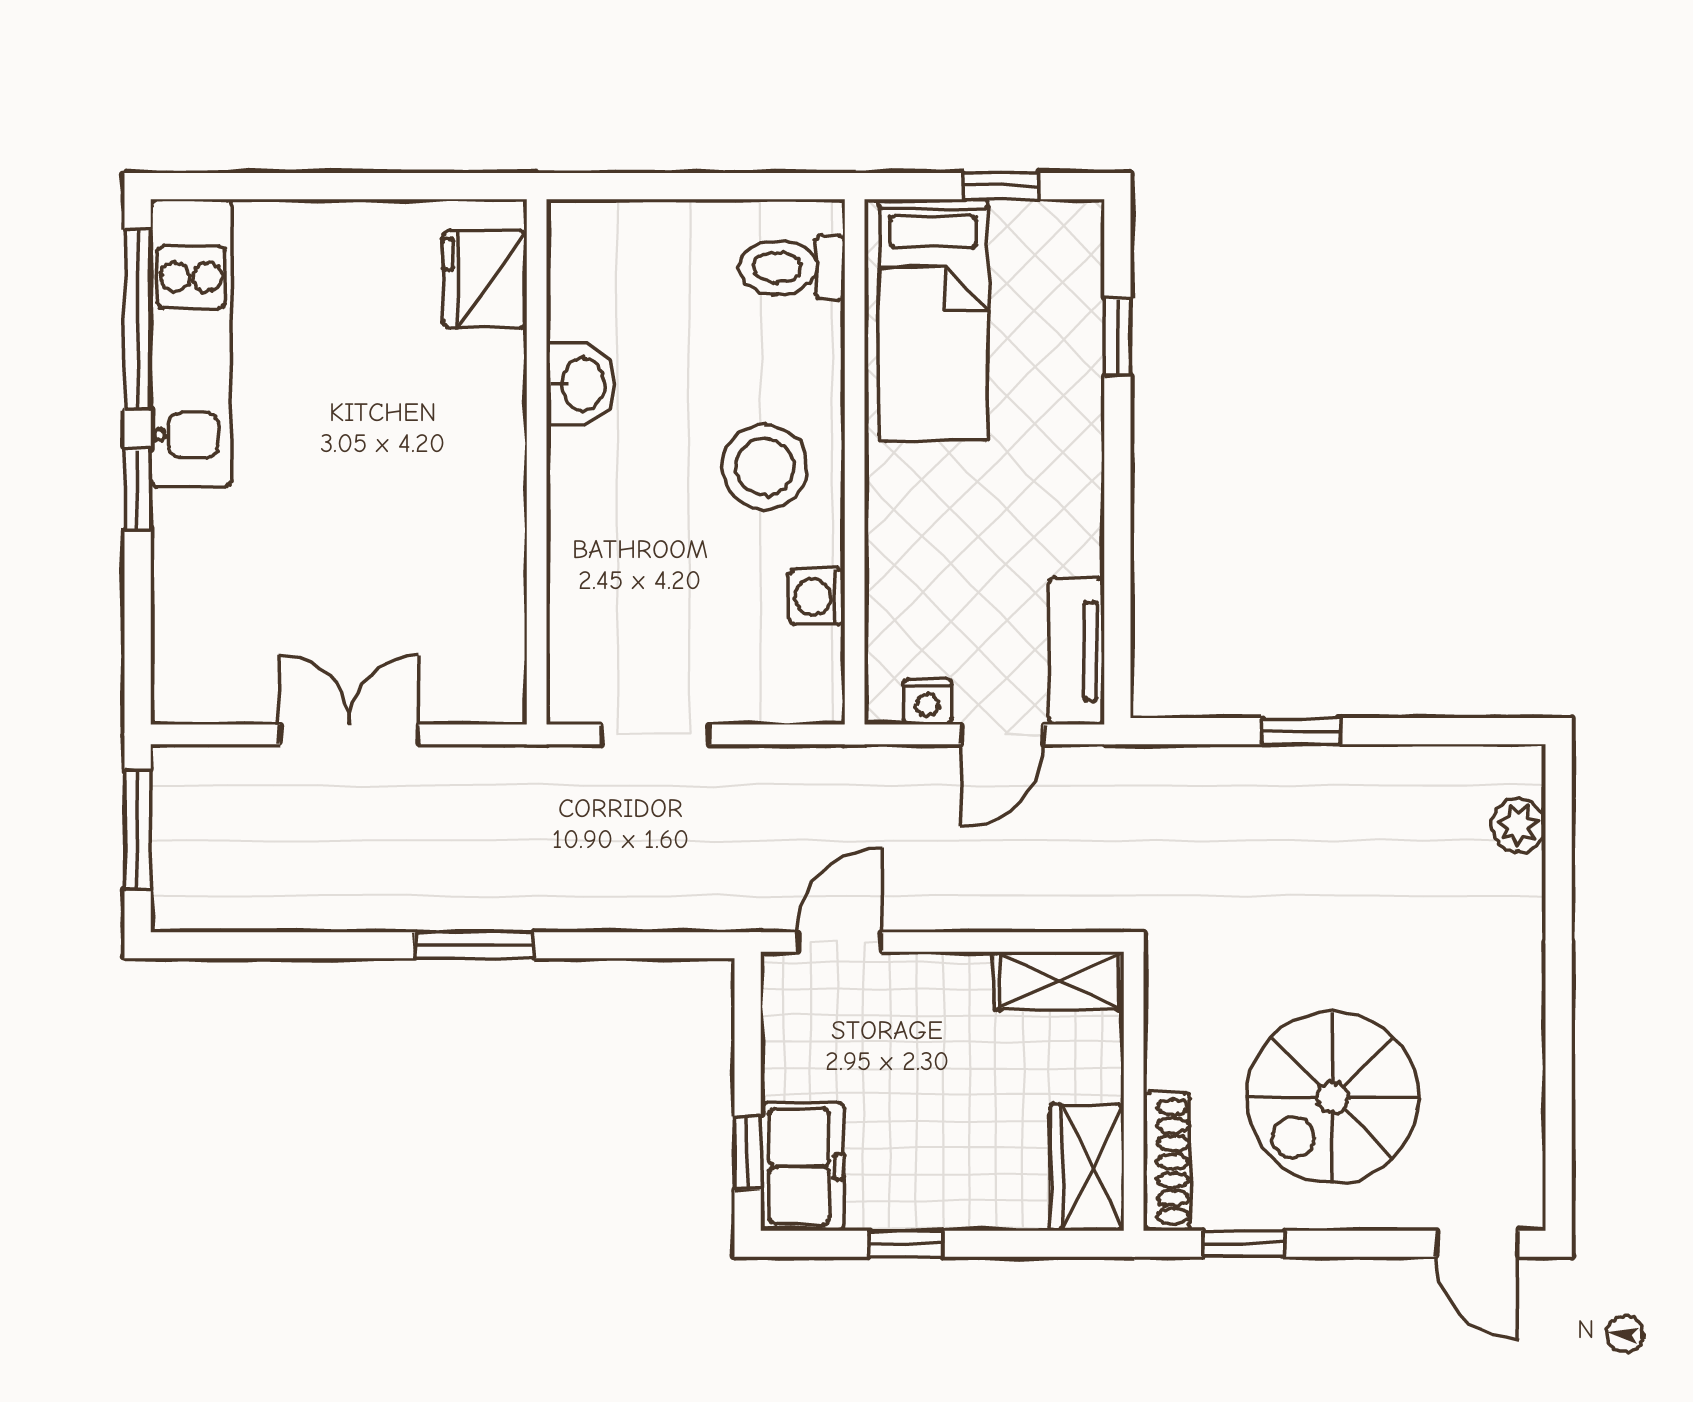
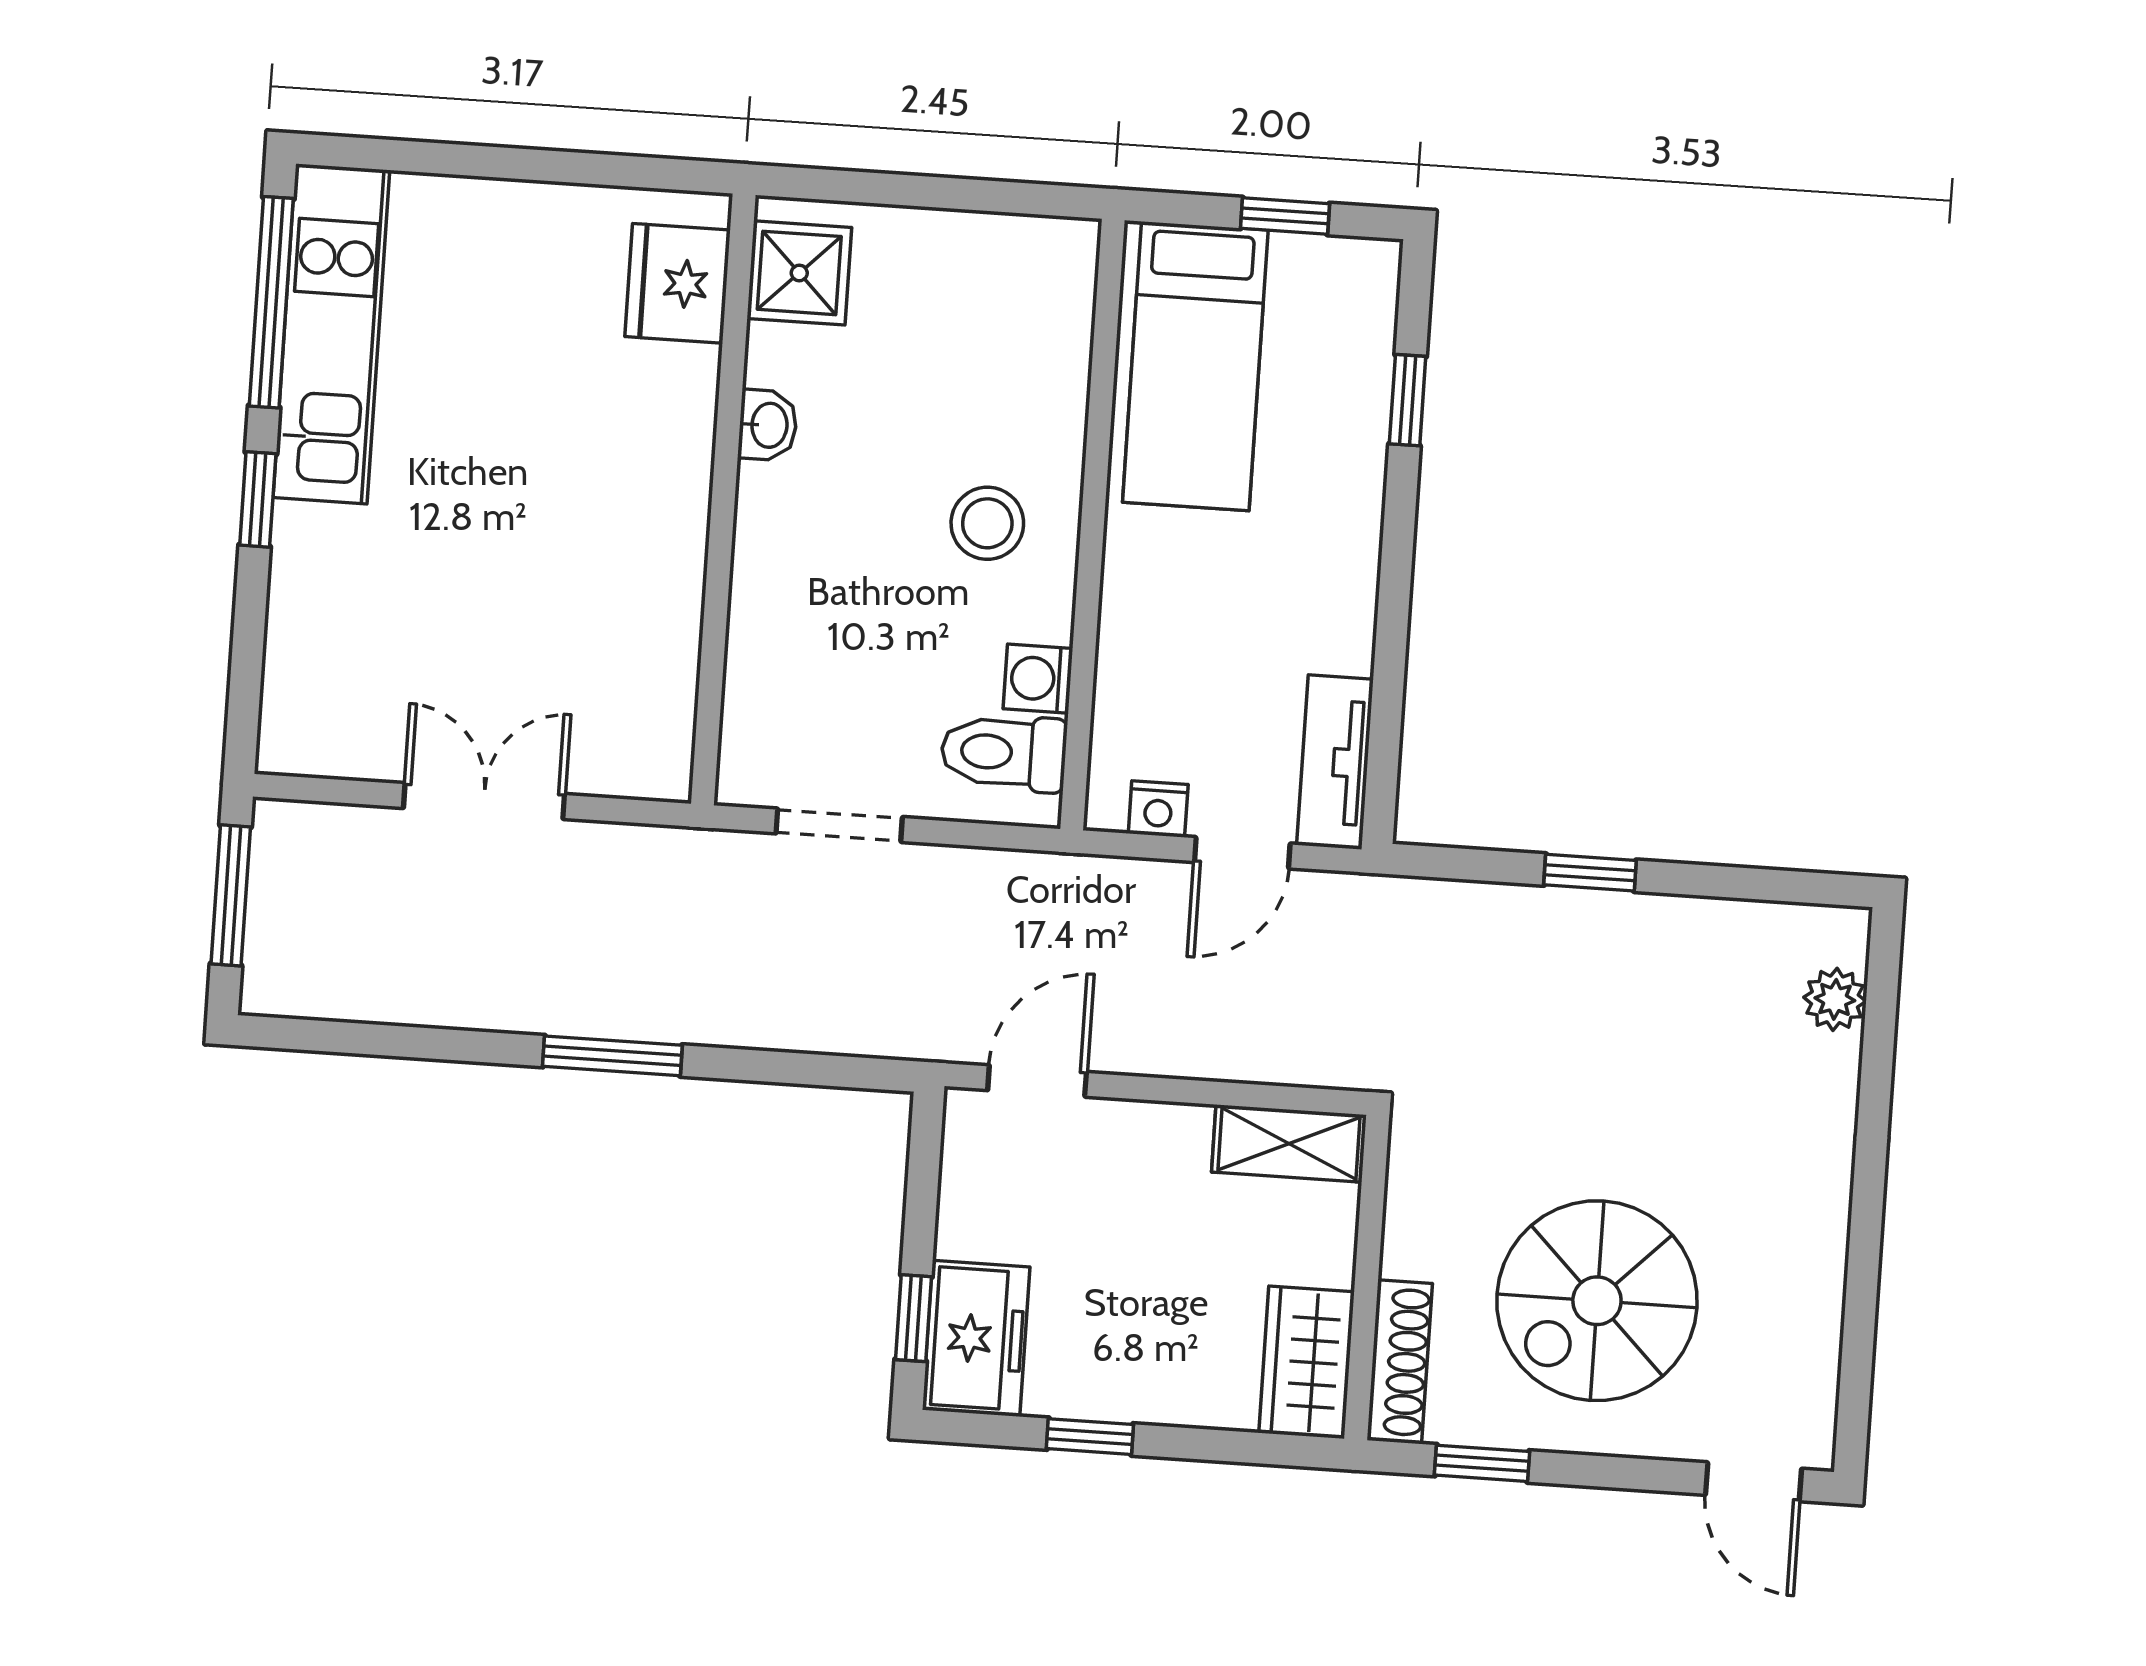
shower: (589, 263) -> (799, 273), added
toilet: (792, 267) -> (1004, 753), moved
washbasin: (581, 384) -> (768, 425), width x0.72, depth x0.69
stool: (764, 467) -> (987, 523), width x0.73, depth x0.73

